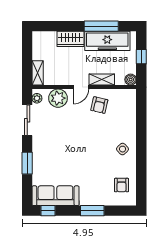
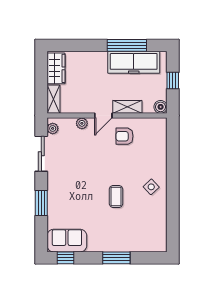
wardrobe: (70, 39) -> (56, 68), moved, turned -90
plant: (58, 98) -> (82, 123), width x0.53, depth x0.53
armchair: (99, 105) -> (124, 136), turned 77
coffee table: (92, 157) -> (116, 196), added
armchair: (121, 185) -> (150, 228), removed
sofa: (55, 196) -> (67, 241), width x0.73

